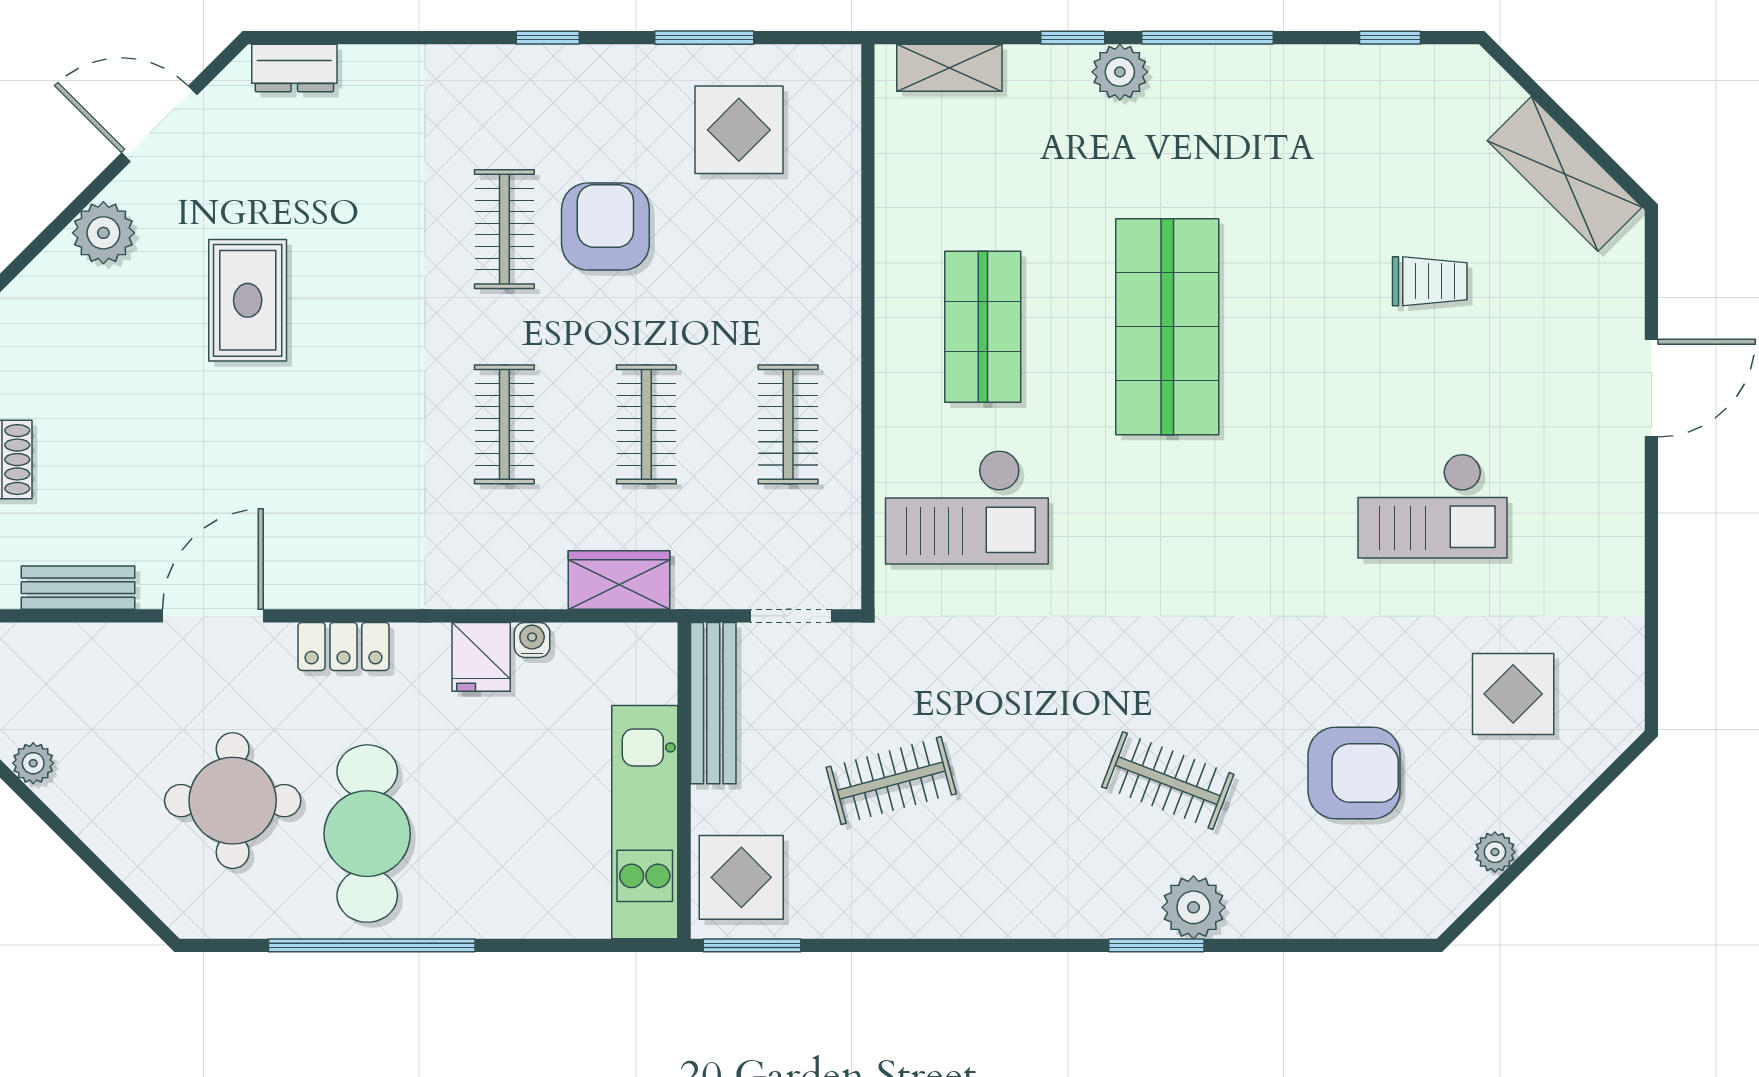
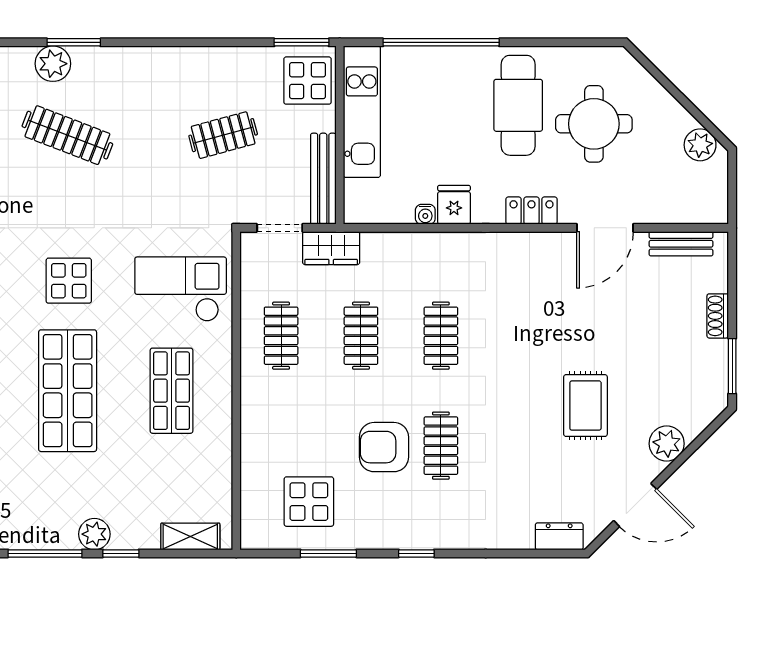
armchair: (605, 227) -> (384, 447), turned 90
display table: (1165, 522) -> (69, 281), added
wardrobe: (619, 580) -> (331, 248), moved
plant: (33, 763) -> (700, 145), width x1.38, depth x1.38
clothes rail: (1168, 781) -> (67, 135), width x1.36
window: (372, 945) -> (441, 42), moved

